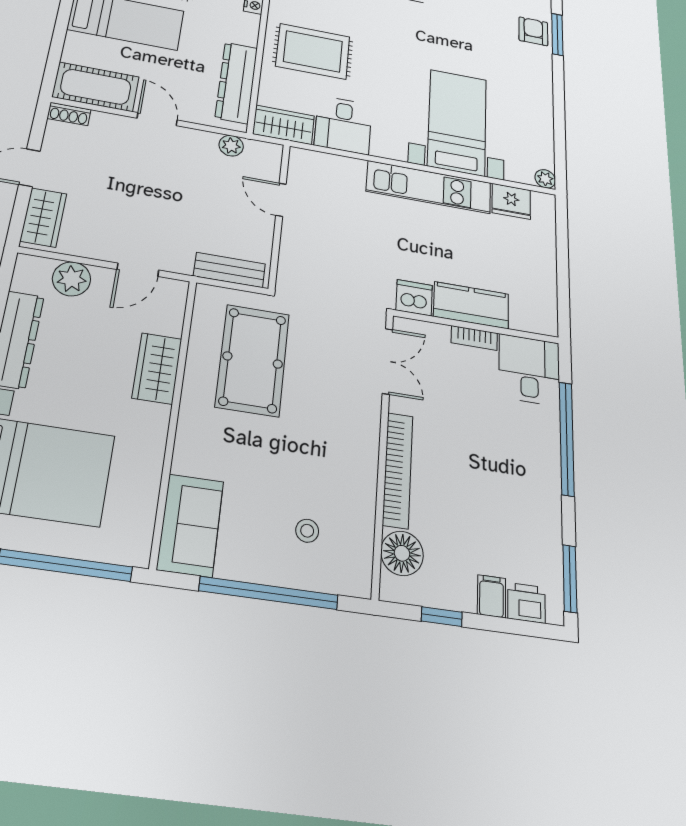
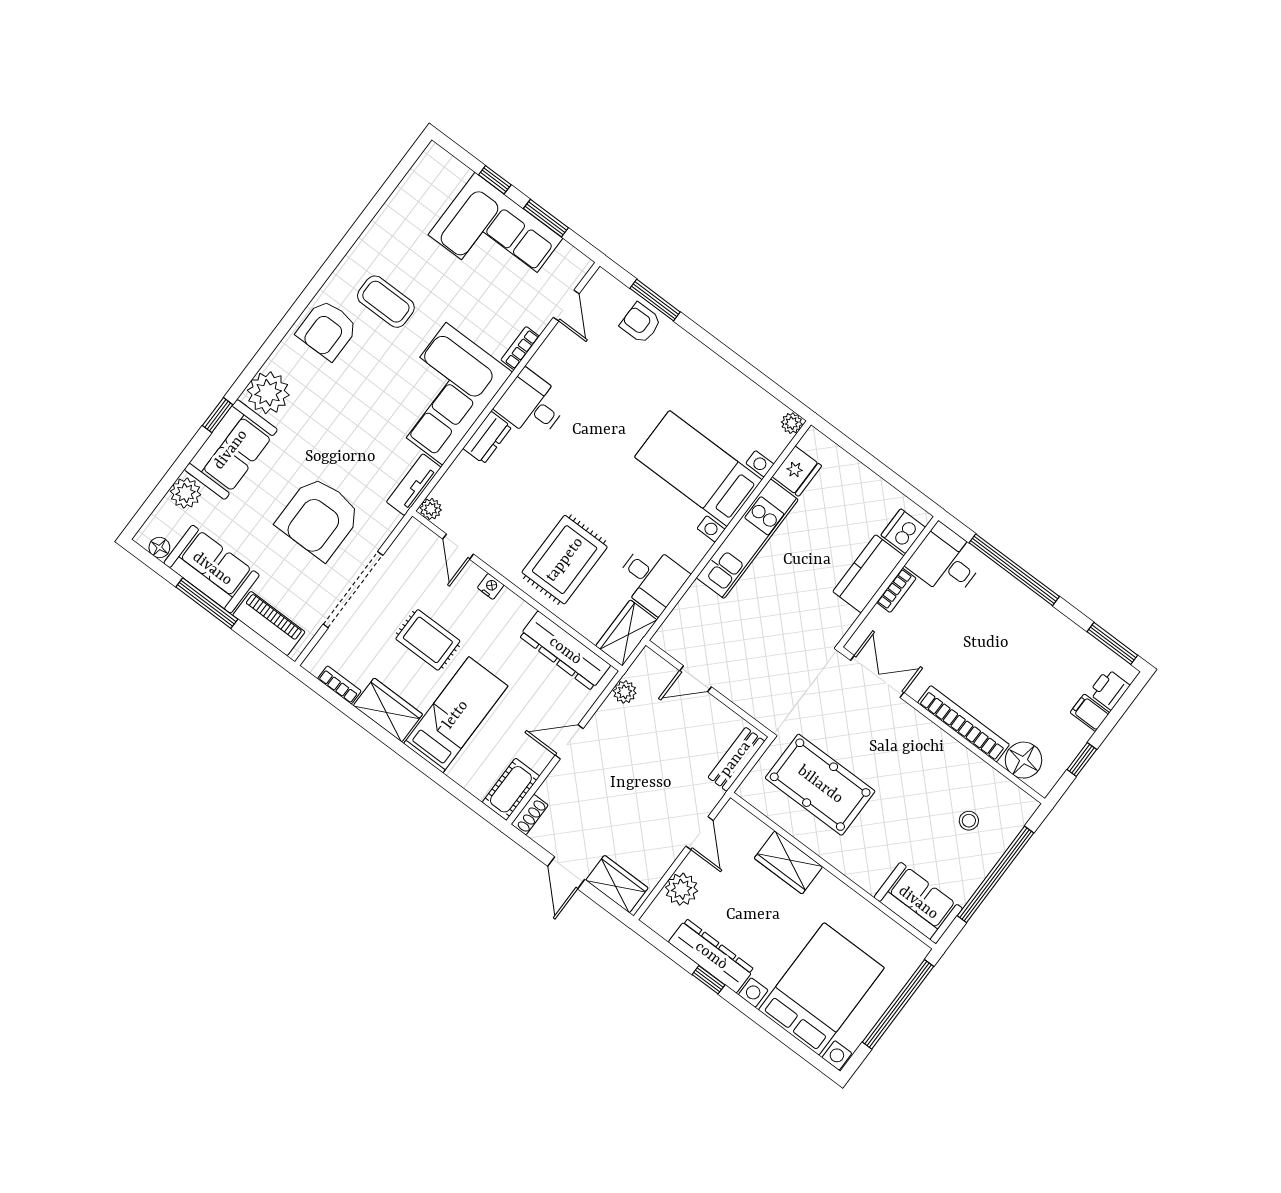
cot: (96, 87) -> (511, 789), width x0.73, depth x0.75
dishwasher: (414, 298) -> (903, 531), moved

